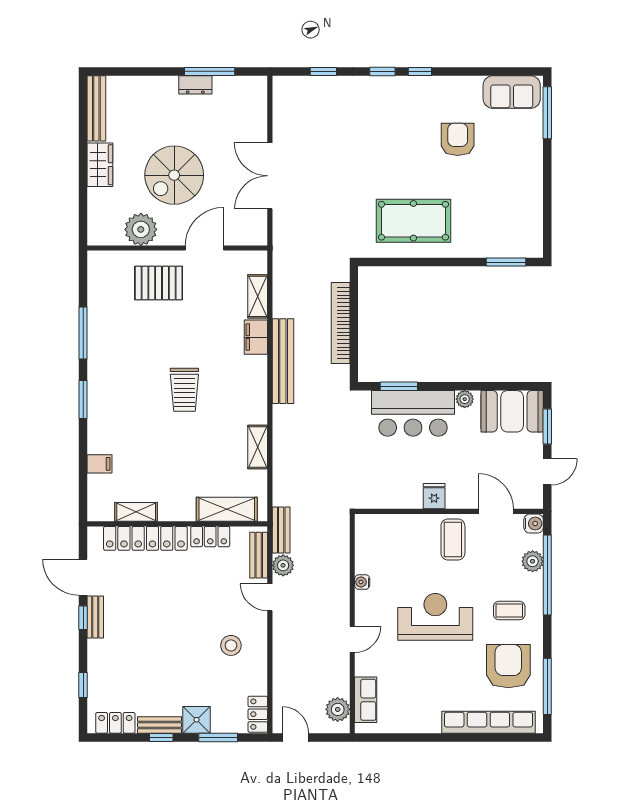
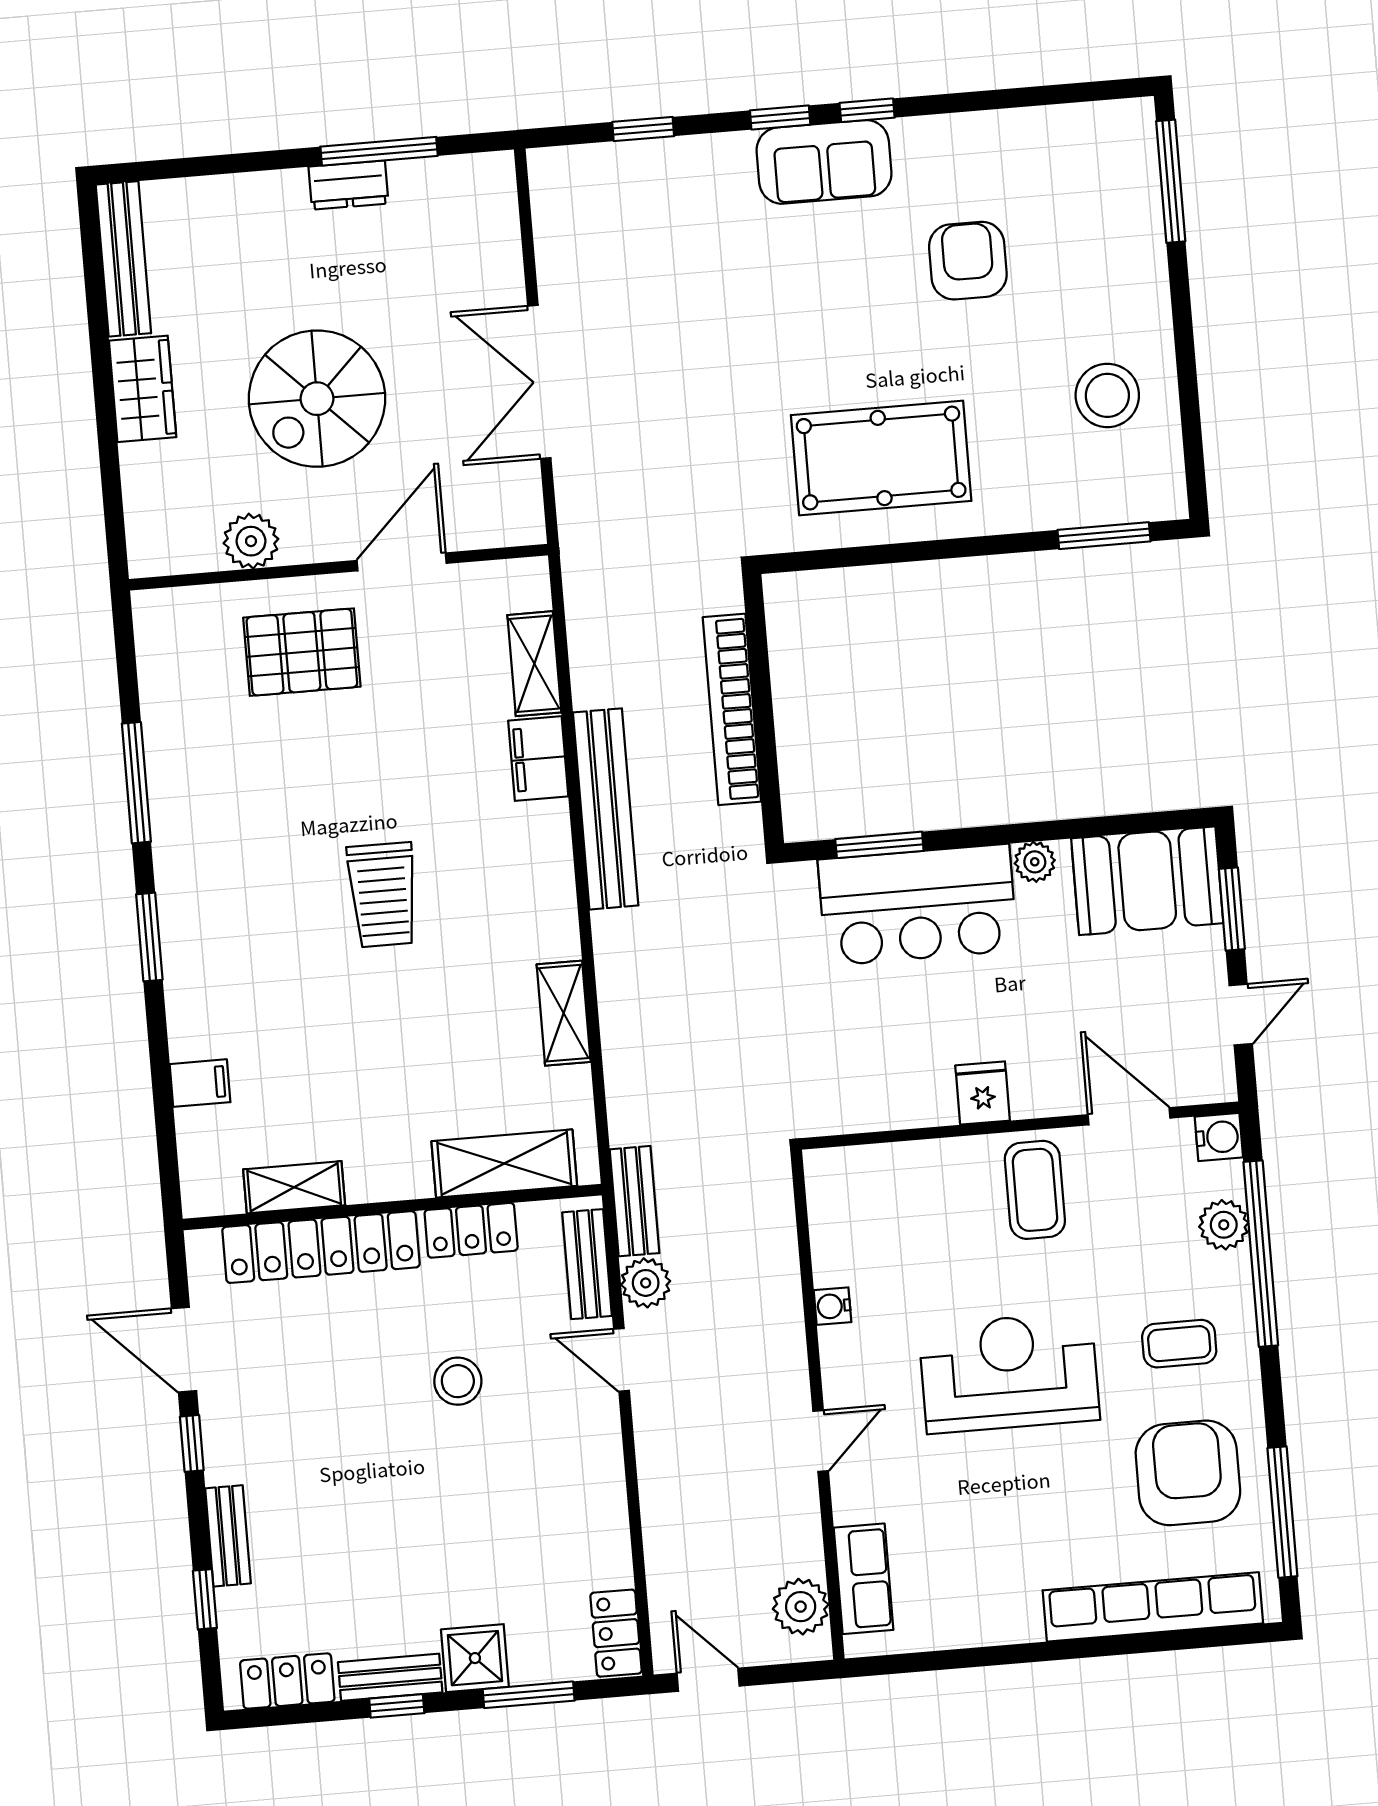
sofa: (512, 92) -> (824, 162), moved
stool: (512, 202) -> (1107, 395), added
plant: (141, 229) -> (251, 541), width x0.73, depth x0.73
bench: (95, 617) -> (228, 1536), moved
stool: (231, 645) -> (458, 1381), moved

